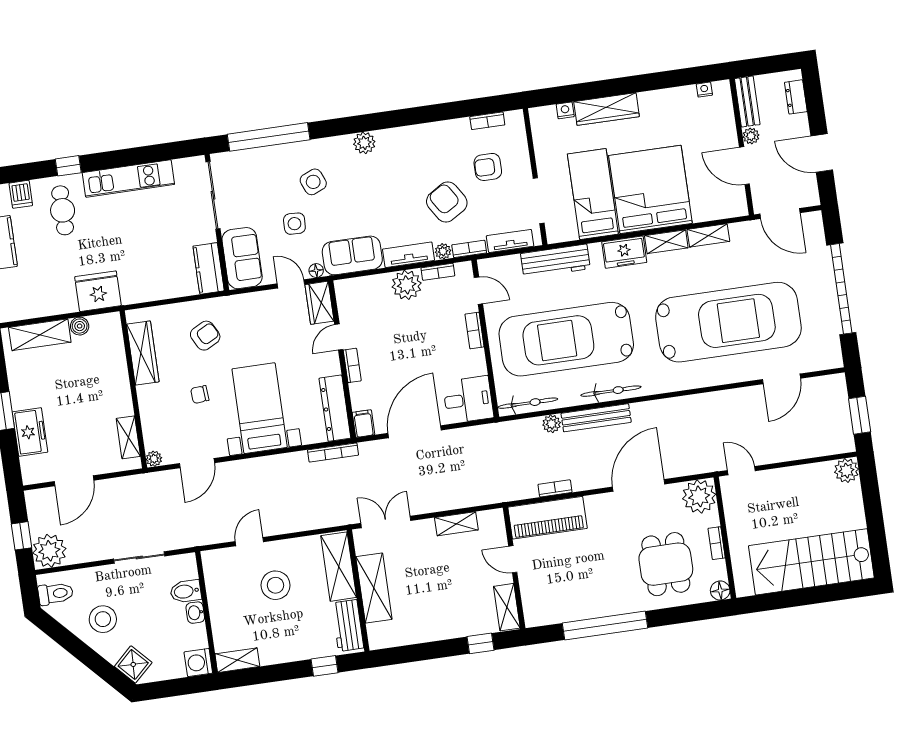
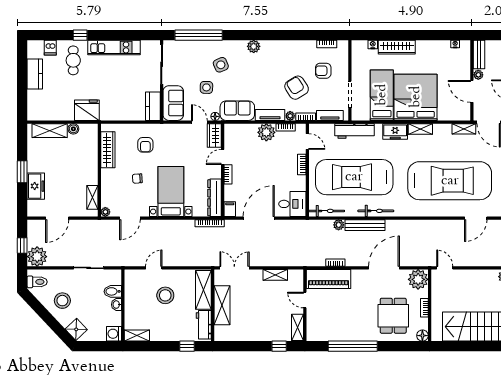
shelving: (708, 235) -> (464, 129), moved
armchair: (205, 336) -> (145, 145), turned 118

